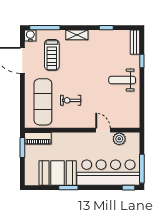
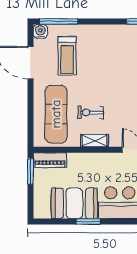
shelving: (77, 35) -> (94, 141), moved

